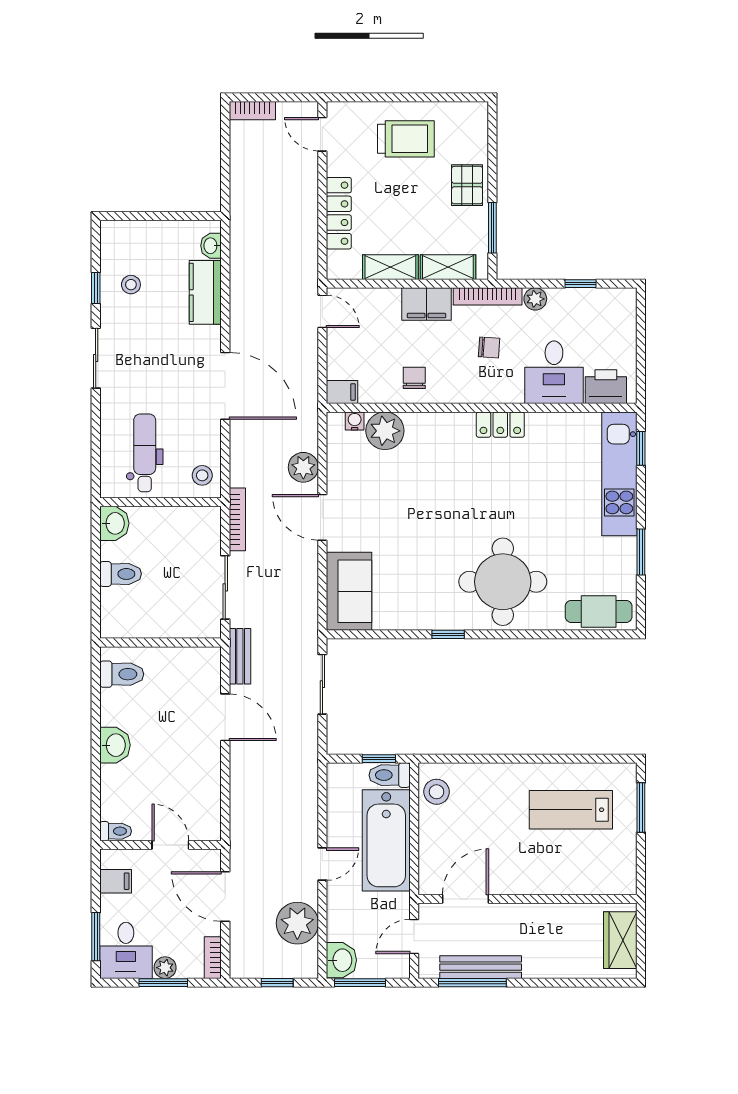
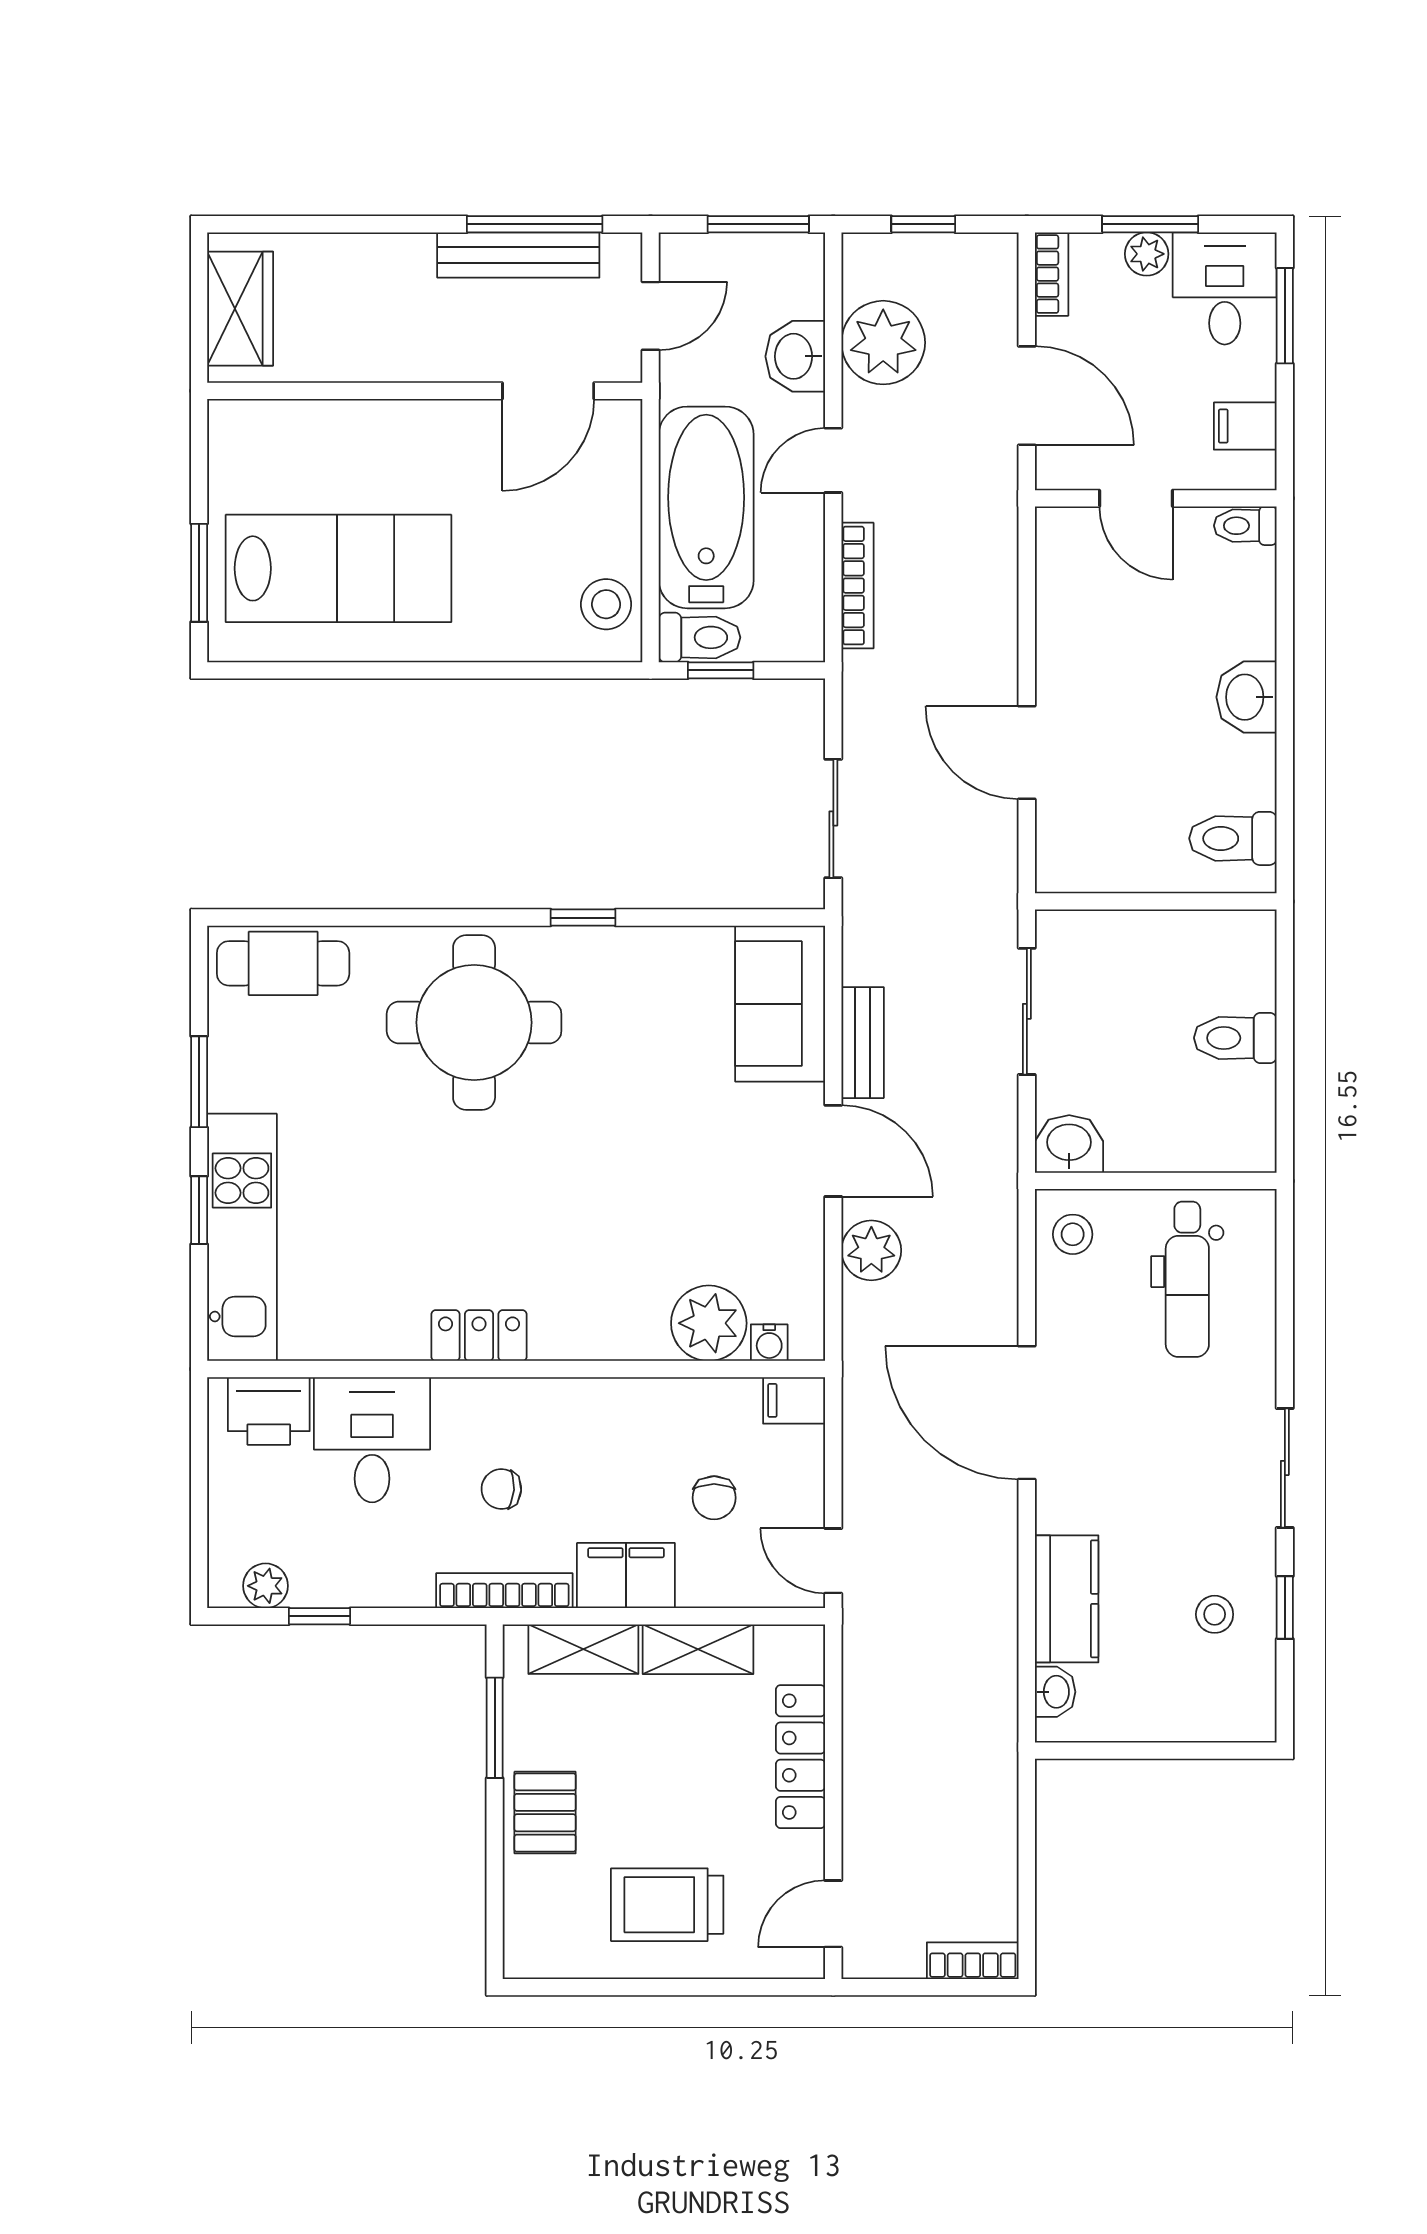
door: (322, 134) -> (833, 1914), swing flipped
plant: (535, 299) -> (266, 1586), moved
chair: (414, 378) -> (714, 1498), moved
window: (641, 448) -> (199, 1210), moved
bookcase: (237, 519) -> (857, 586), moved, turned 180
washbasin: (114, 523) -> (1069, 1144), moved, turned 90
bench: (240, 656) -> (863, 1043), moved
lab bench: (571, 810) -> (338, 568), width x1.36, depth x1.39
washbasin: (341, 960) -> (795, 356), moved

